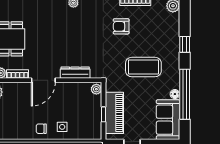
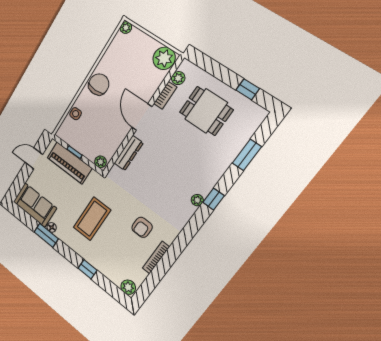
armchair: (121, 26) -> (142, 227), turned 180
window: (185, 94) -> (46, 235), width x0.47
side table: (62, 127) -> (76, 114), moved
chair: (41, 129) -> (99, 84), width x1.87, depth x1.87

